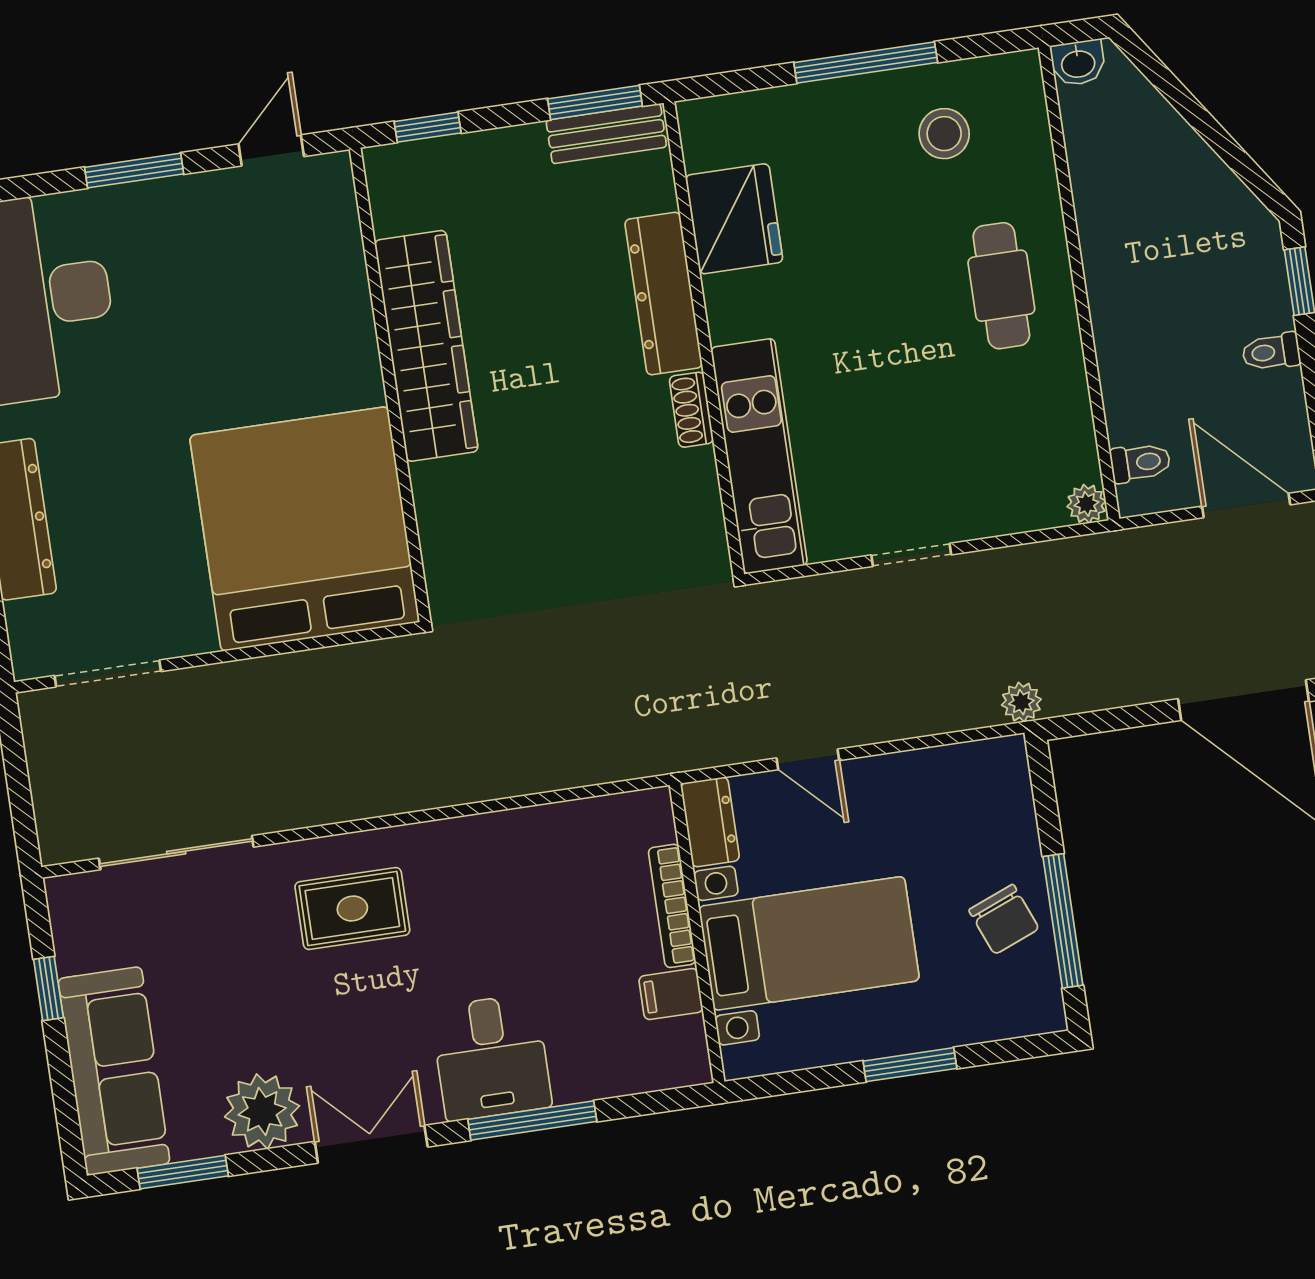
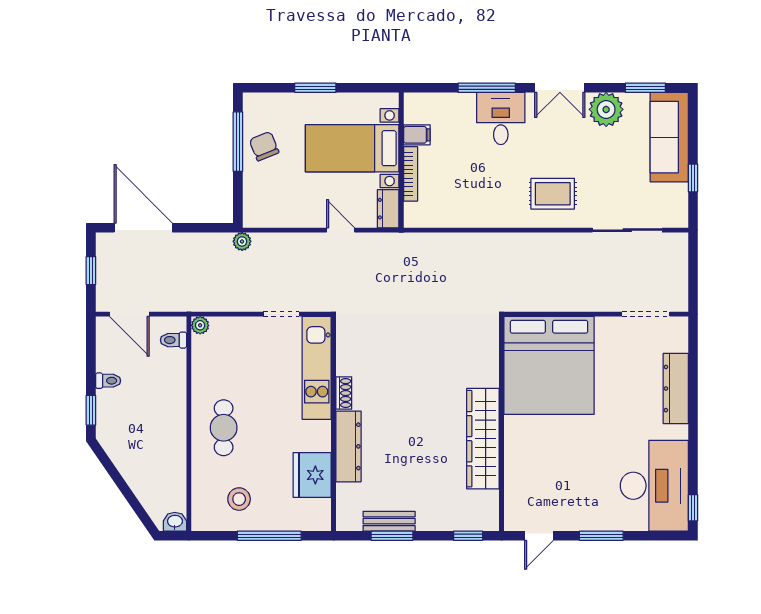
fridge: (734, 219) -> (312, 475), moved
dresser: (663, 294) -> (349, 446), moved
wall: (704, 339) -> (334, 424), moved
shoe rack: (691, 410) -> (344, 393), moved
kitchen unit: (759, 456) -> (317, 368), moved

